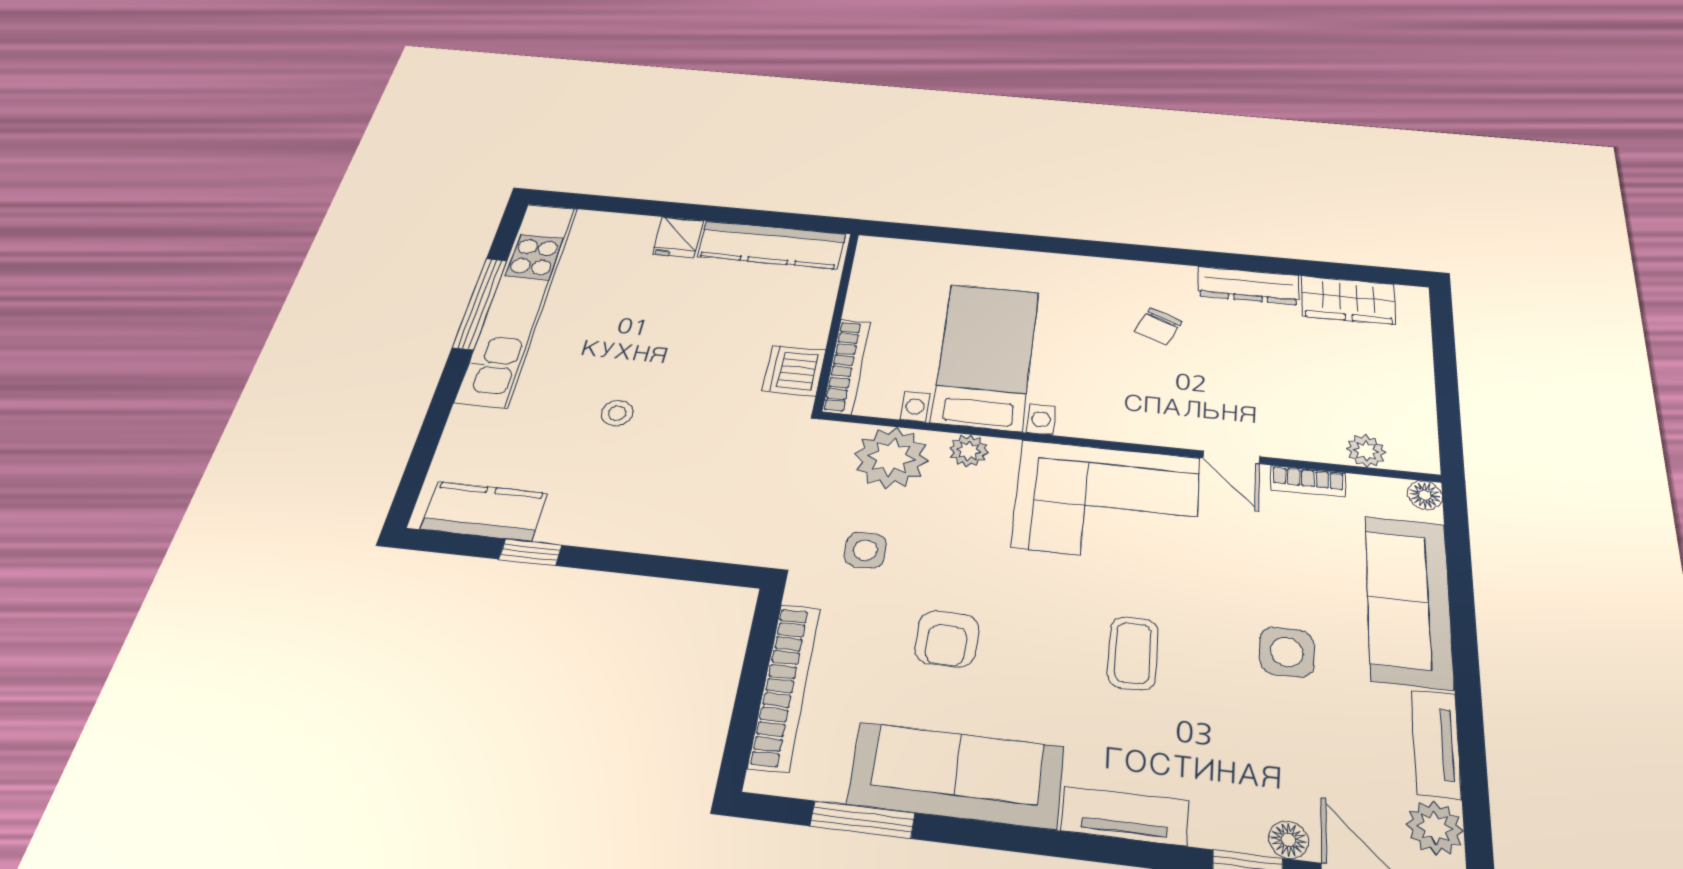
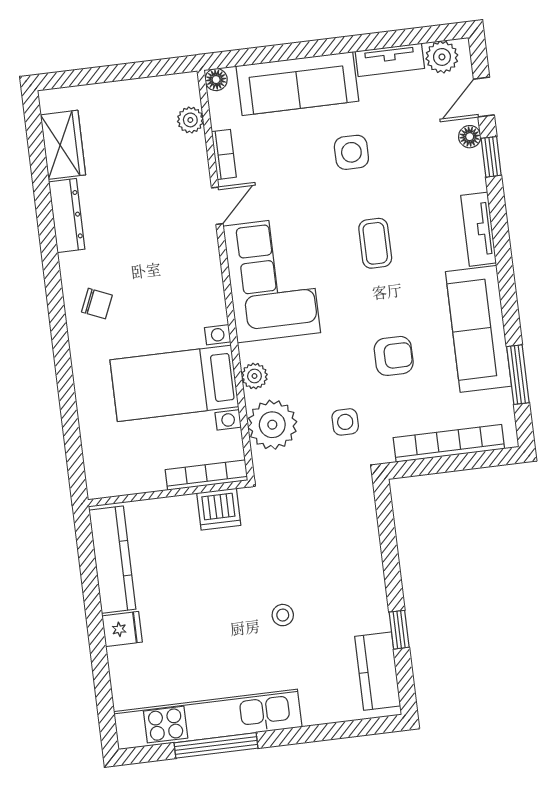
chair: (1158, 327) -> (97, 304), moved
coffee table: (1133, 653) -> (375, 243), turned 90

